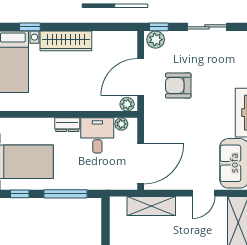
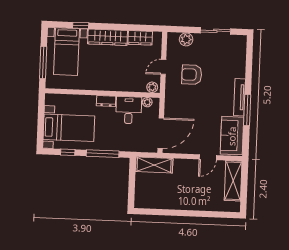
window: (159, 27) -> (179, 29), removed
wardrobe: (109, 40) -> (140, 38), added
plant: (156, 40) -> (186, 39), moved
door: (141, 77) -> (163, 67), width x0.53
shelving: (151, 206) -> (154, 165), moved

